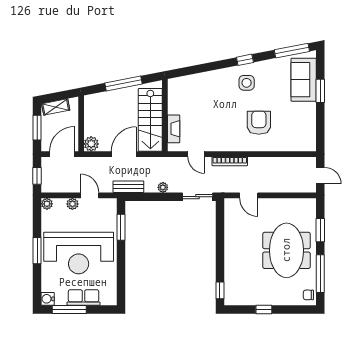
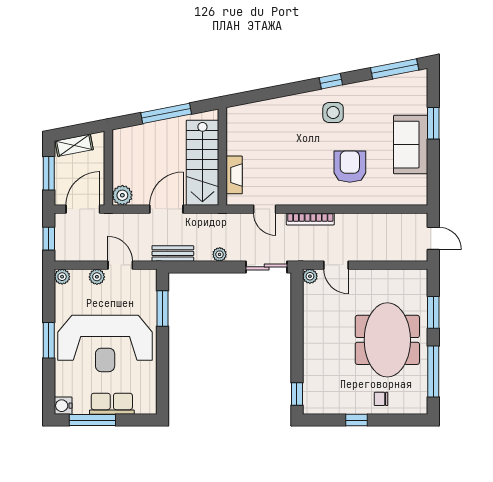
sofa: (304, 80) -> (411, 145), moved
plant: (229, 203) -> (310, 276), added
chair: (308, 295) -> (381, 399), moved

